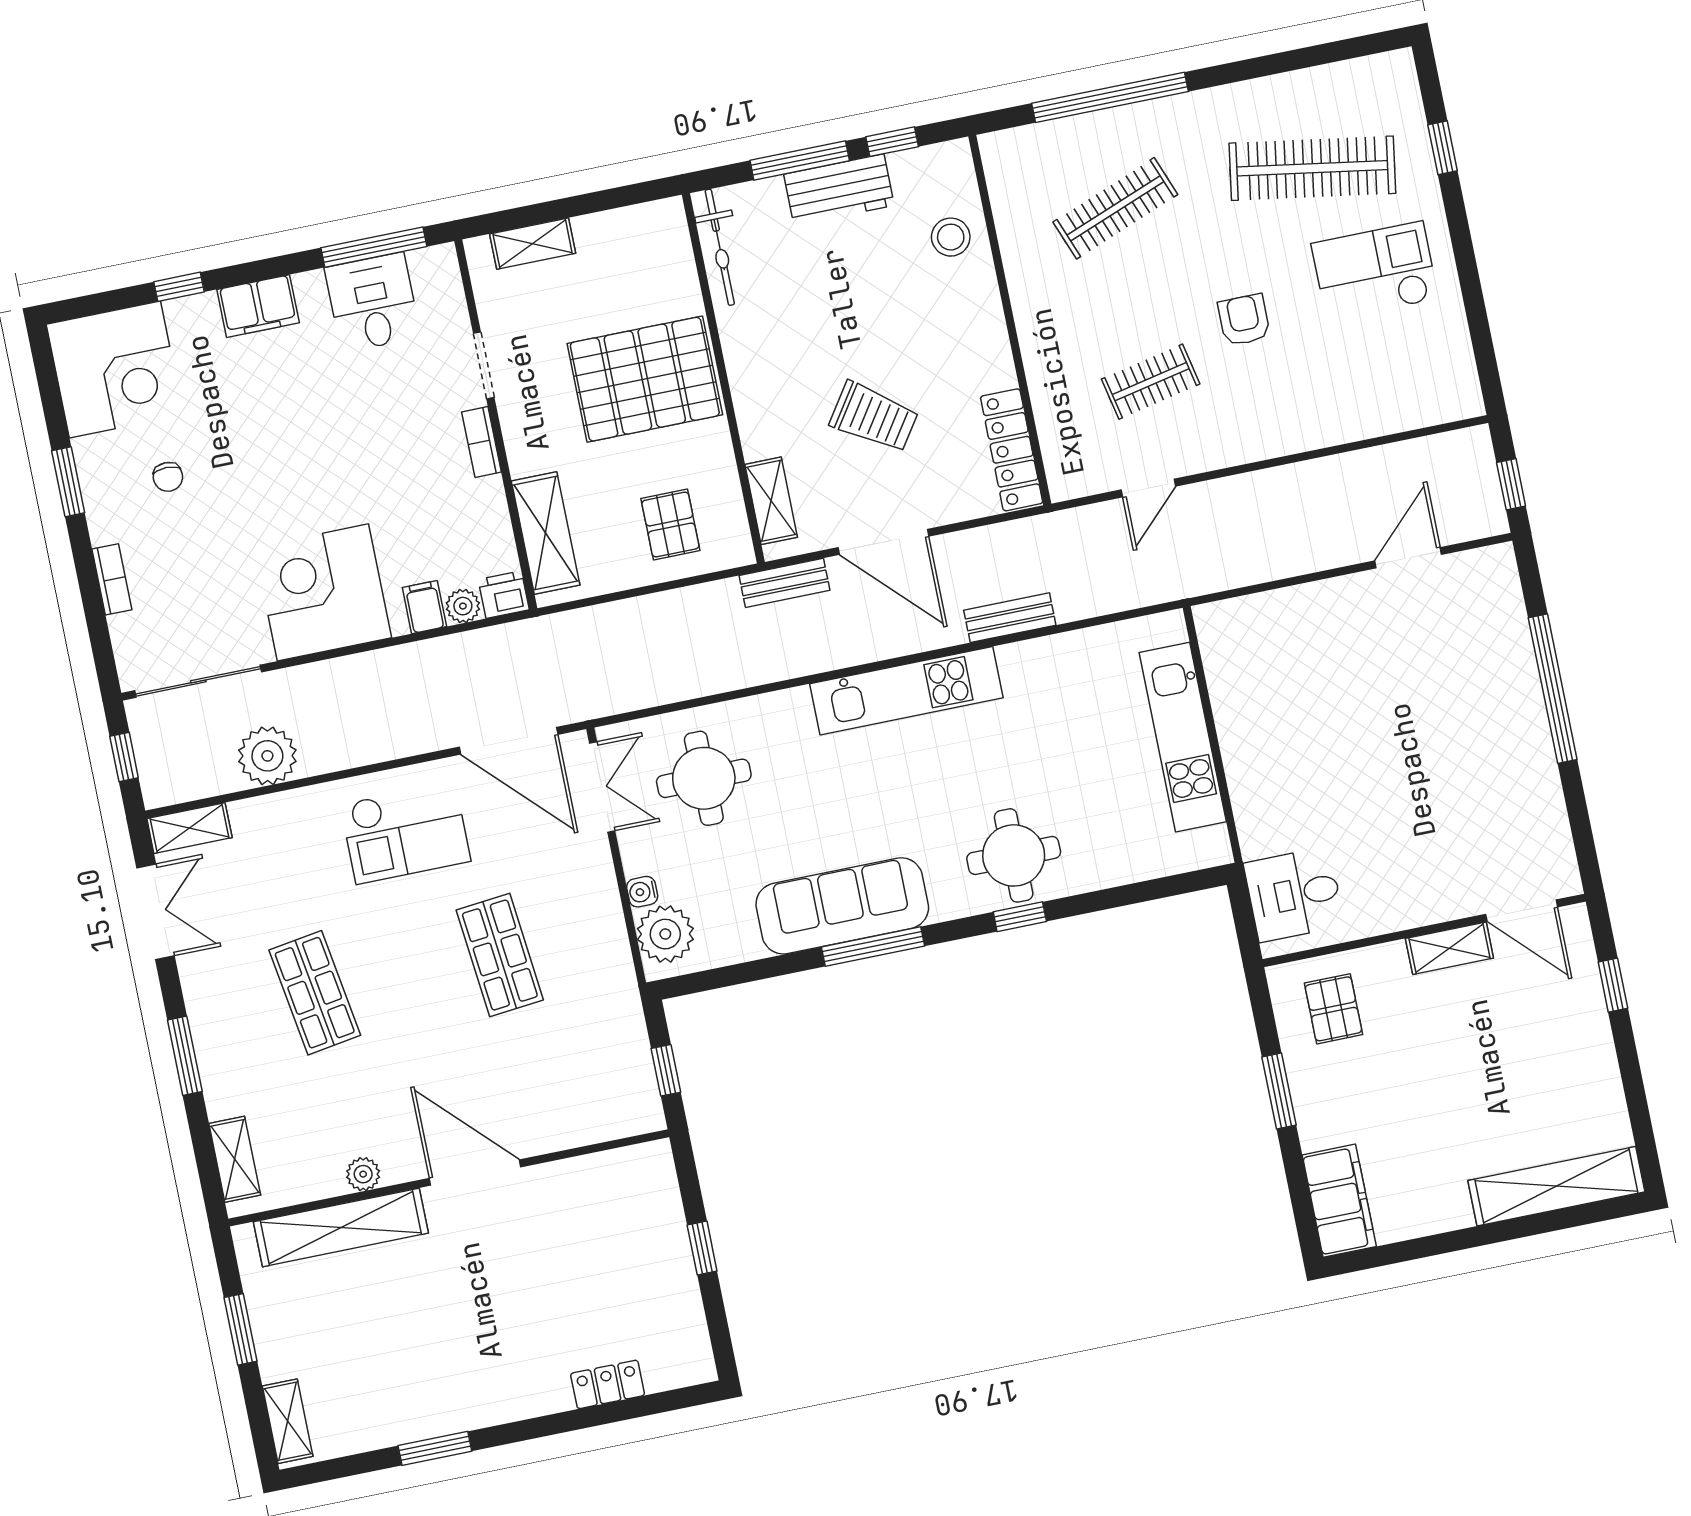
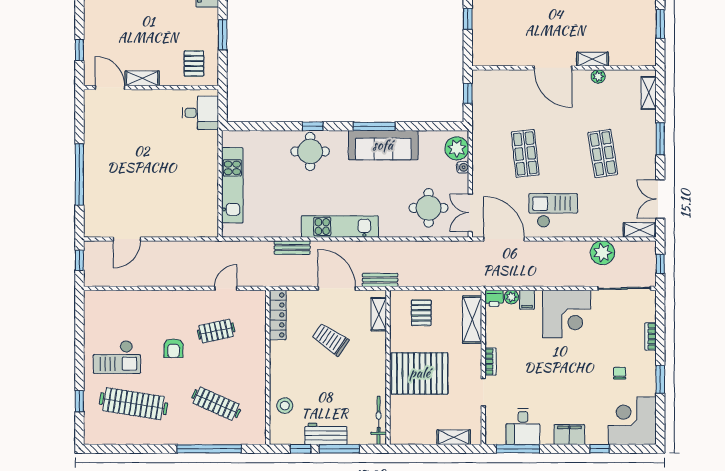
clothes rail: (1115, 208) -> (216, 404), turned 45
shelving: (341, 1227) -> (593, 59), width x0.45, depth x0.75

